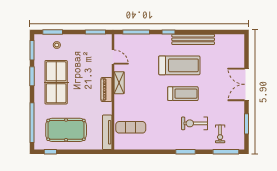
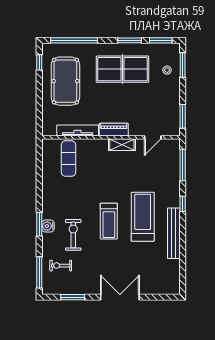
treadmill: (179, 65) -> (143, 217), turned 180
tv unit: (107, 132) -> (78, 130), moved
water cooler: (187, 144) -> (48, 226), added

